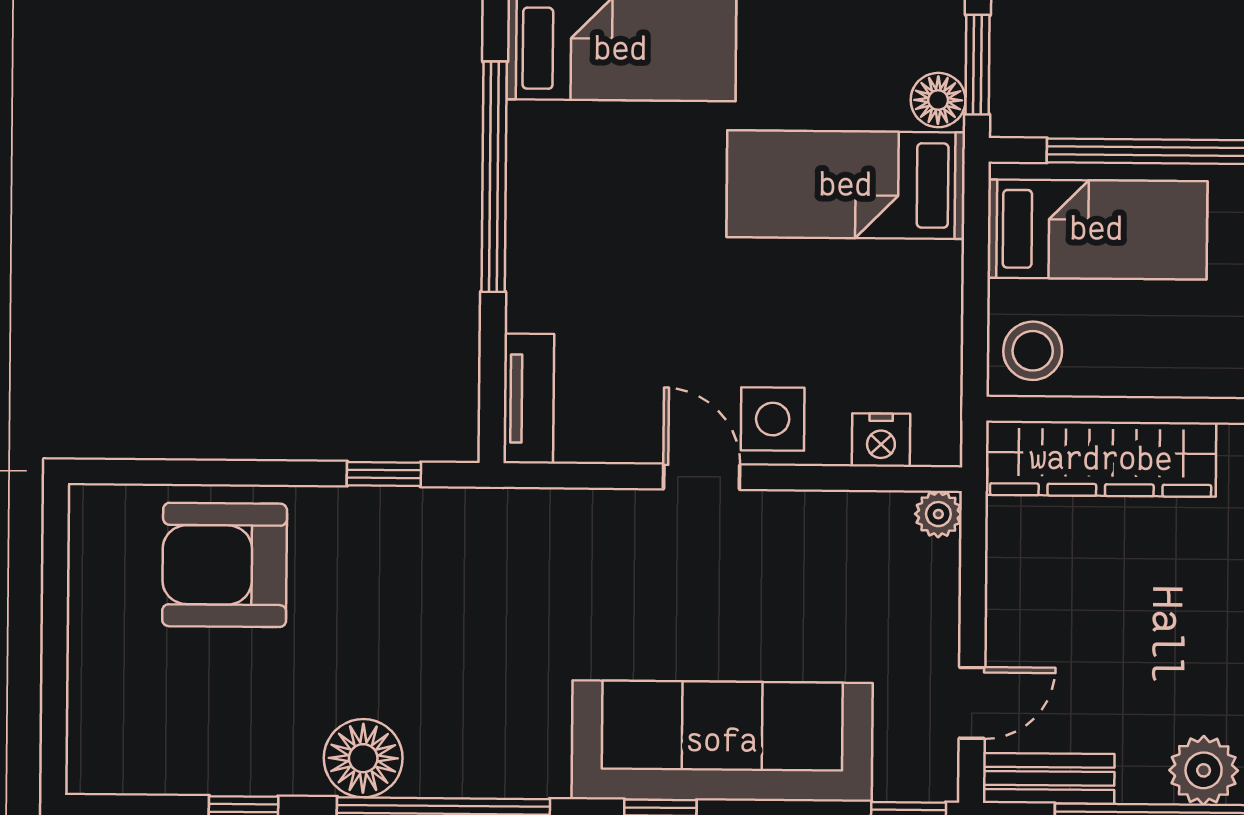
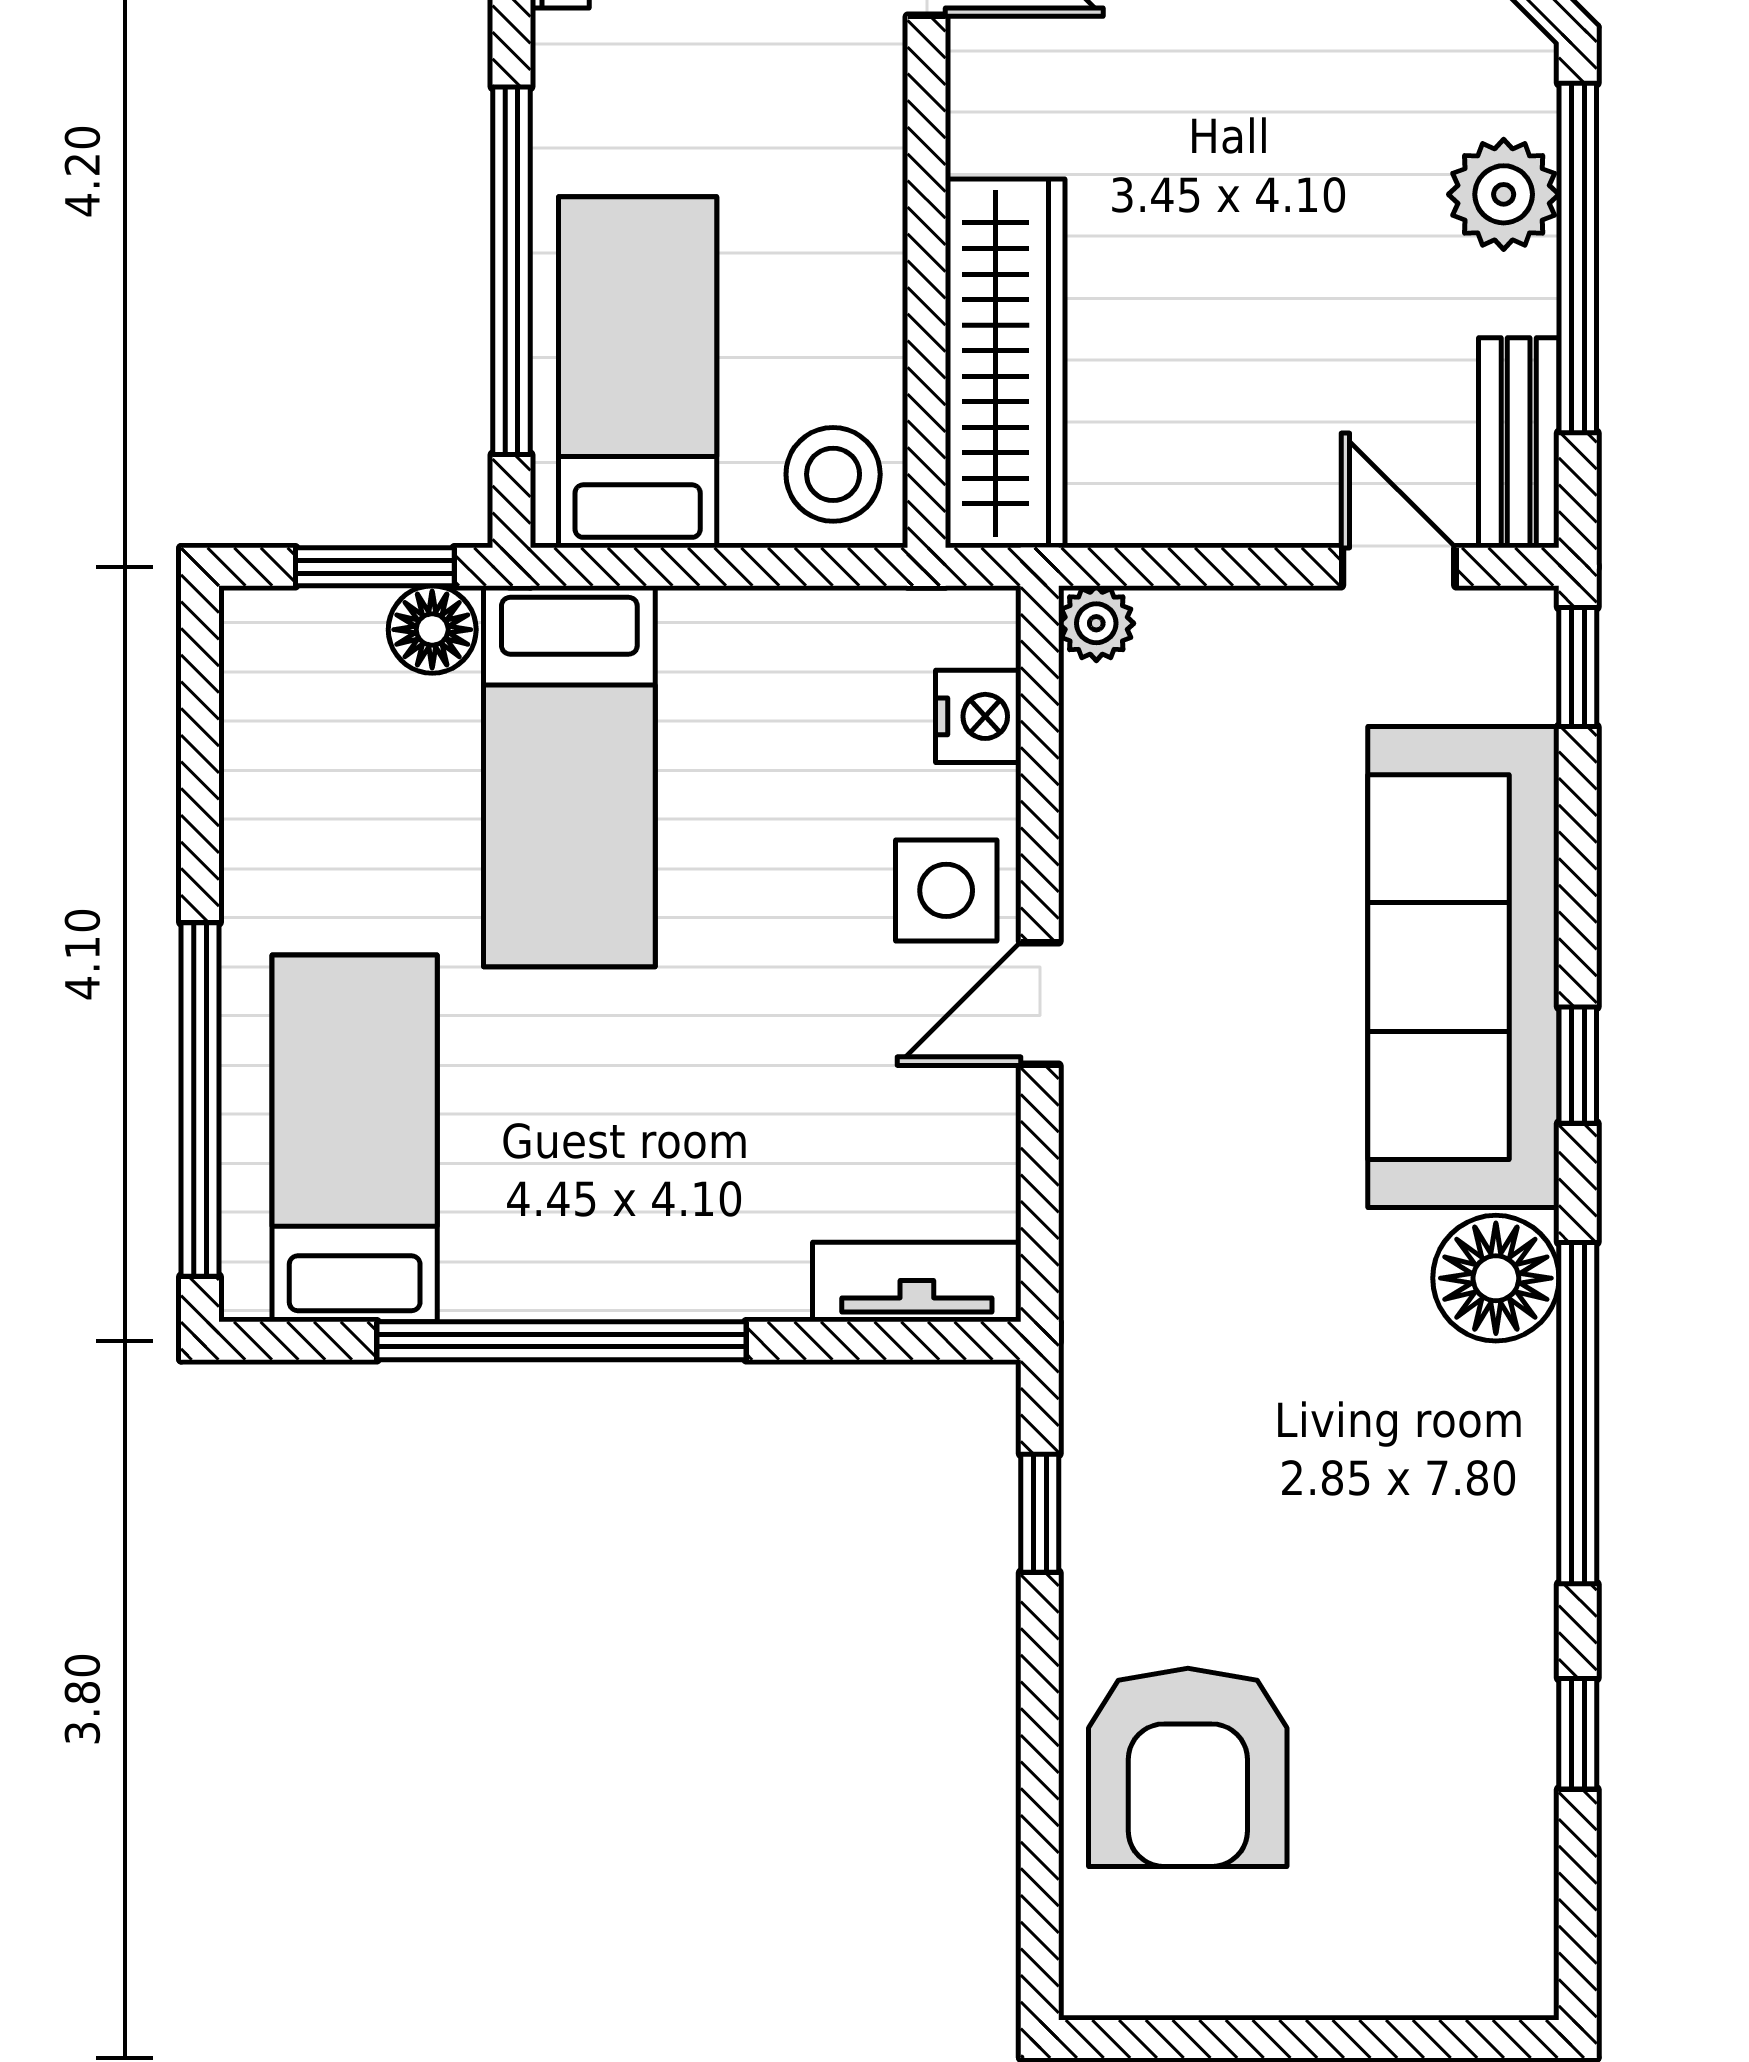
floor lamp: (363, 758) -> (1496, 1278), moved

